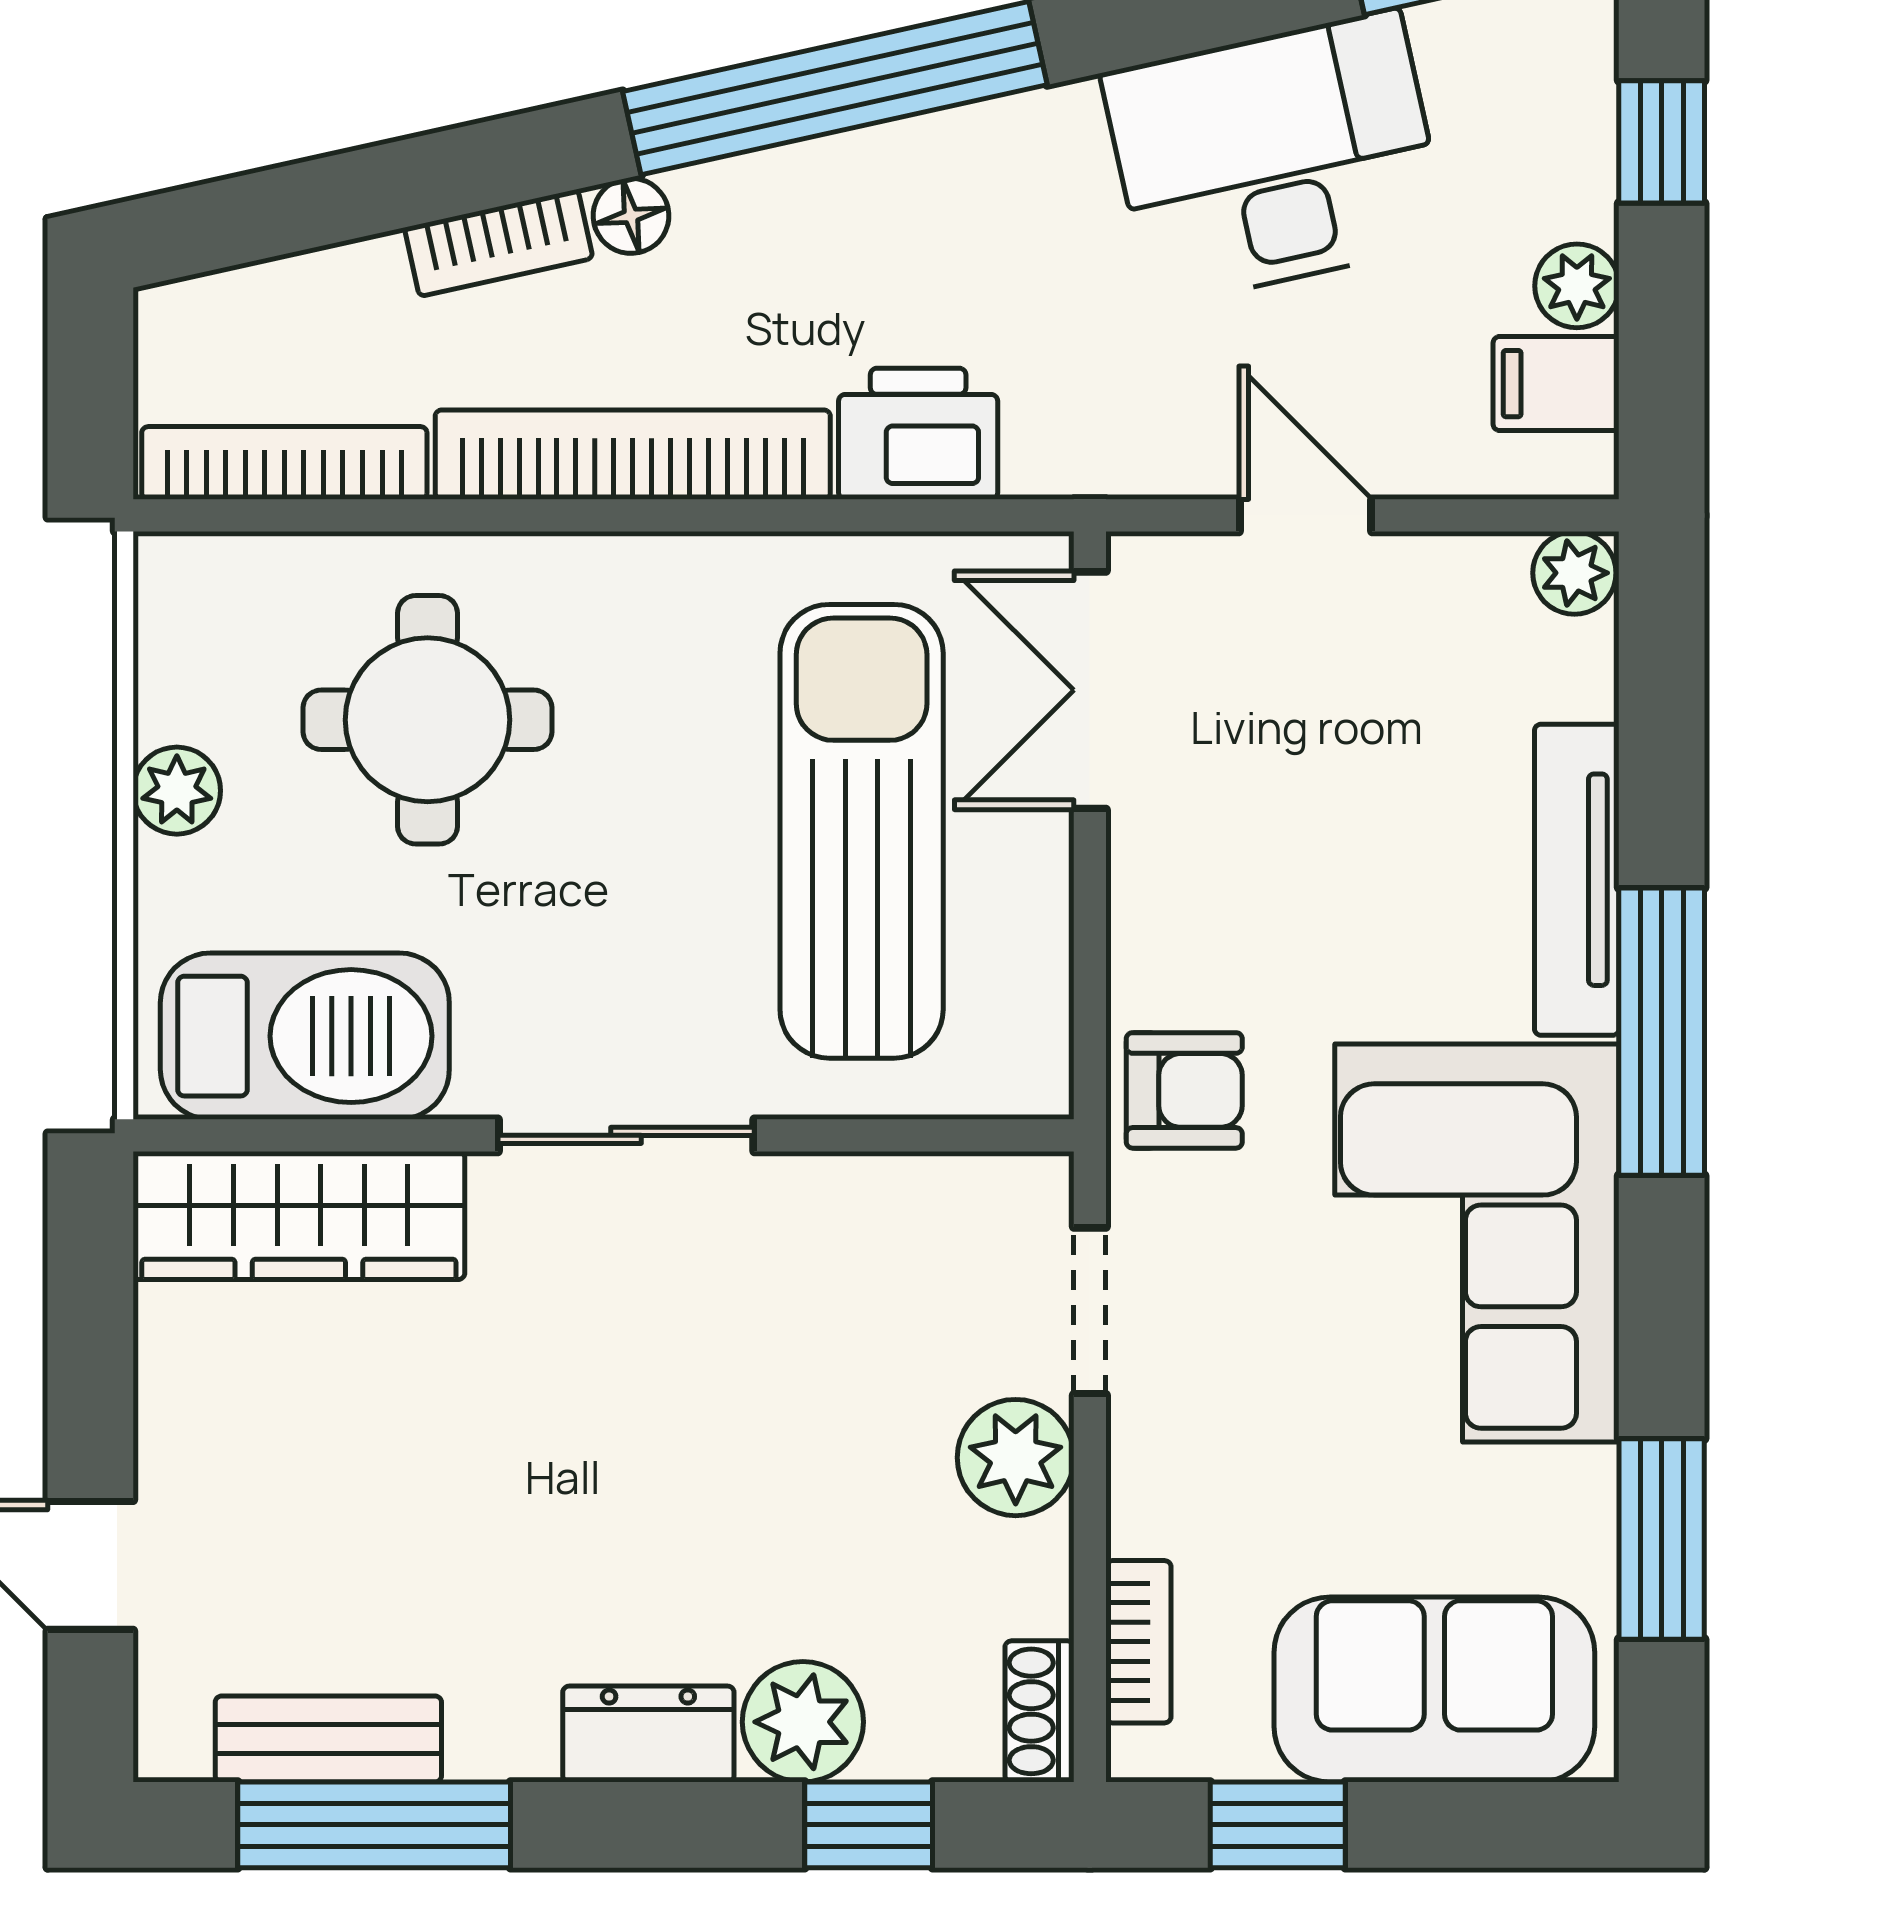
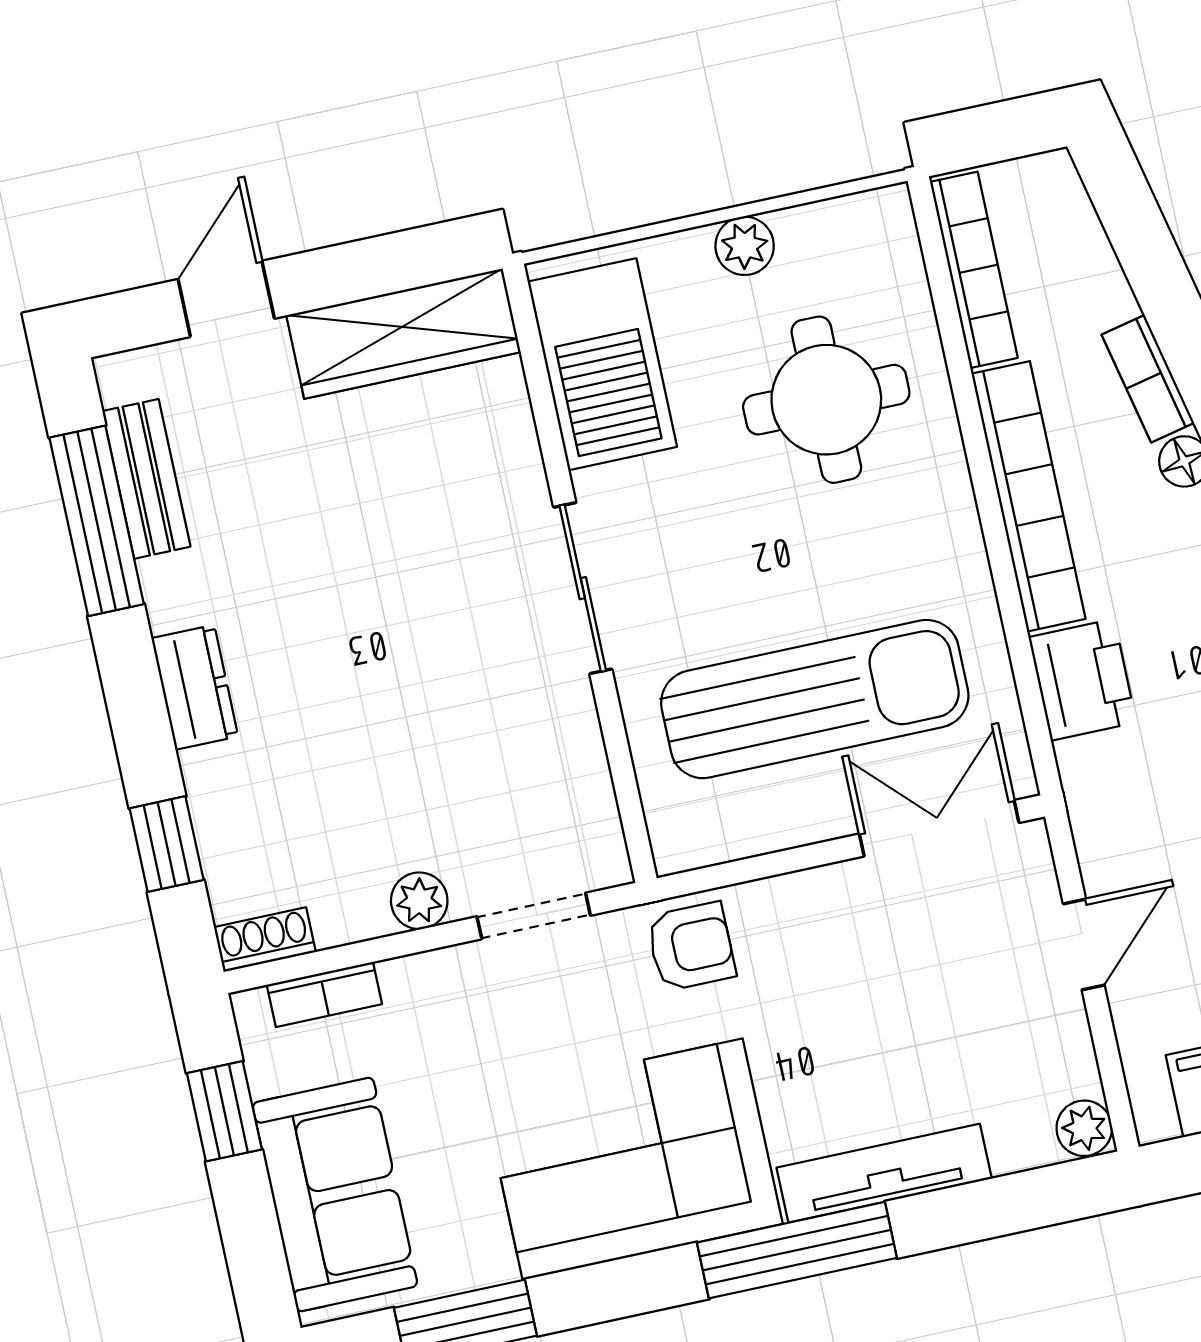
armchair: (1184, 1090) -> (691, 947), turned -90
wardrobe: (299, 1216) -> (403, 334), moved, turned -90
plant: (1016, 1458) -> (419, 901), width x0.73, depth x0.73
plant: (803, 1722) -> (225, 786), removed

